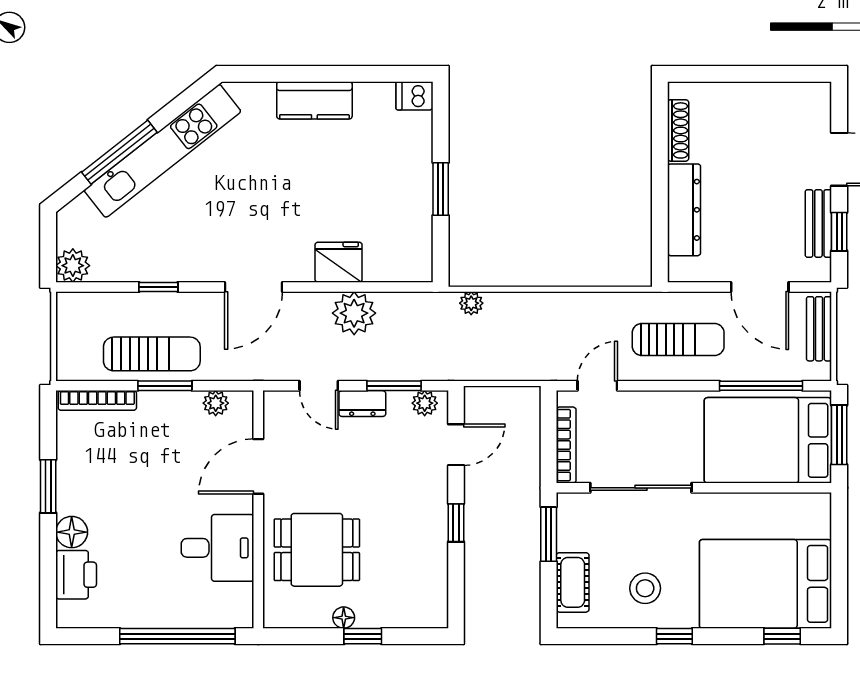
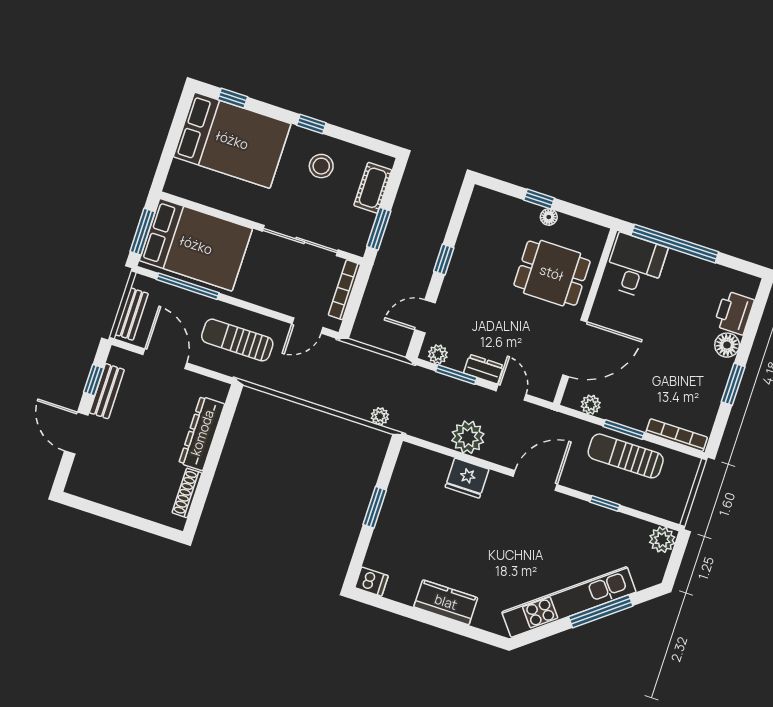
door: (258, 466) -> (575, 348), width x1.36
desk: (217, 548) -> (635, 266), moved, turned 90

